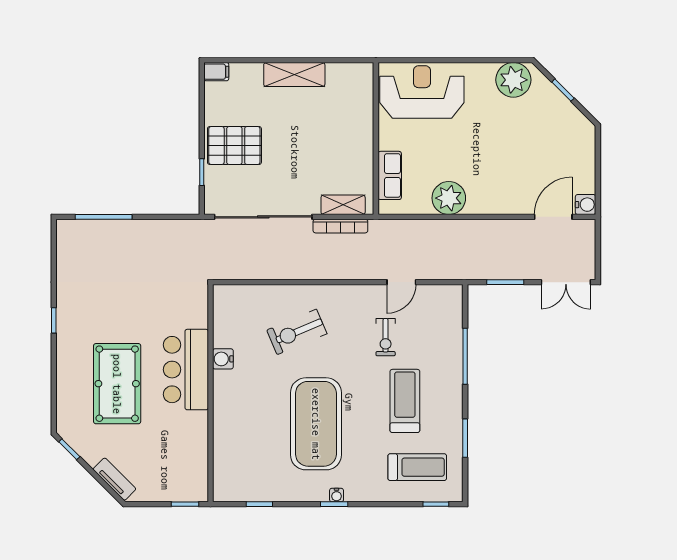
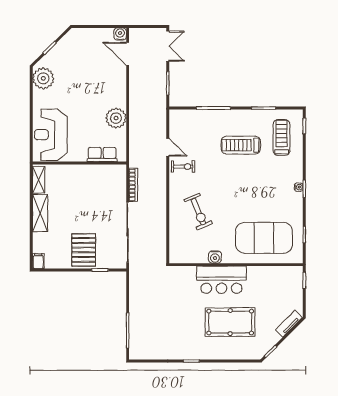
shelving: (343, 205) -> (39, 180), moved
exercise bike: (386, 337) -> (183, 167), moved
exercise mat: (316, 424) -> (264, 238), moved

